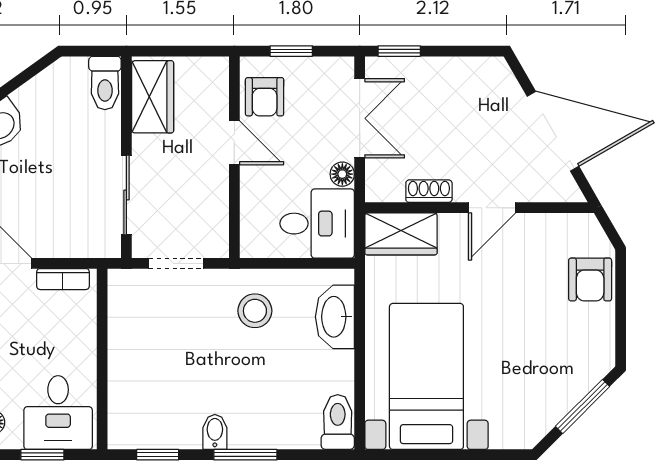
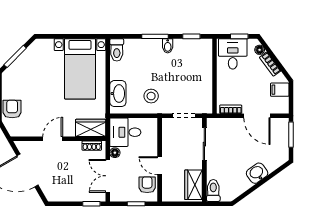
shoe rack: (429, 191) -> (92, 146), moved

